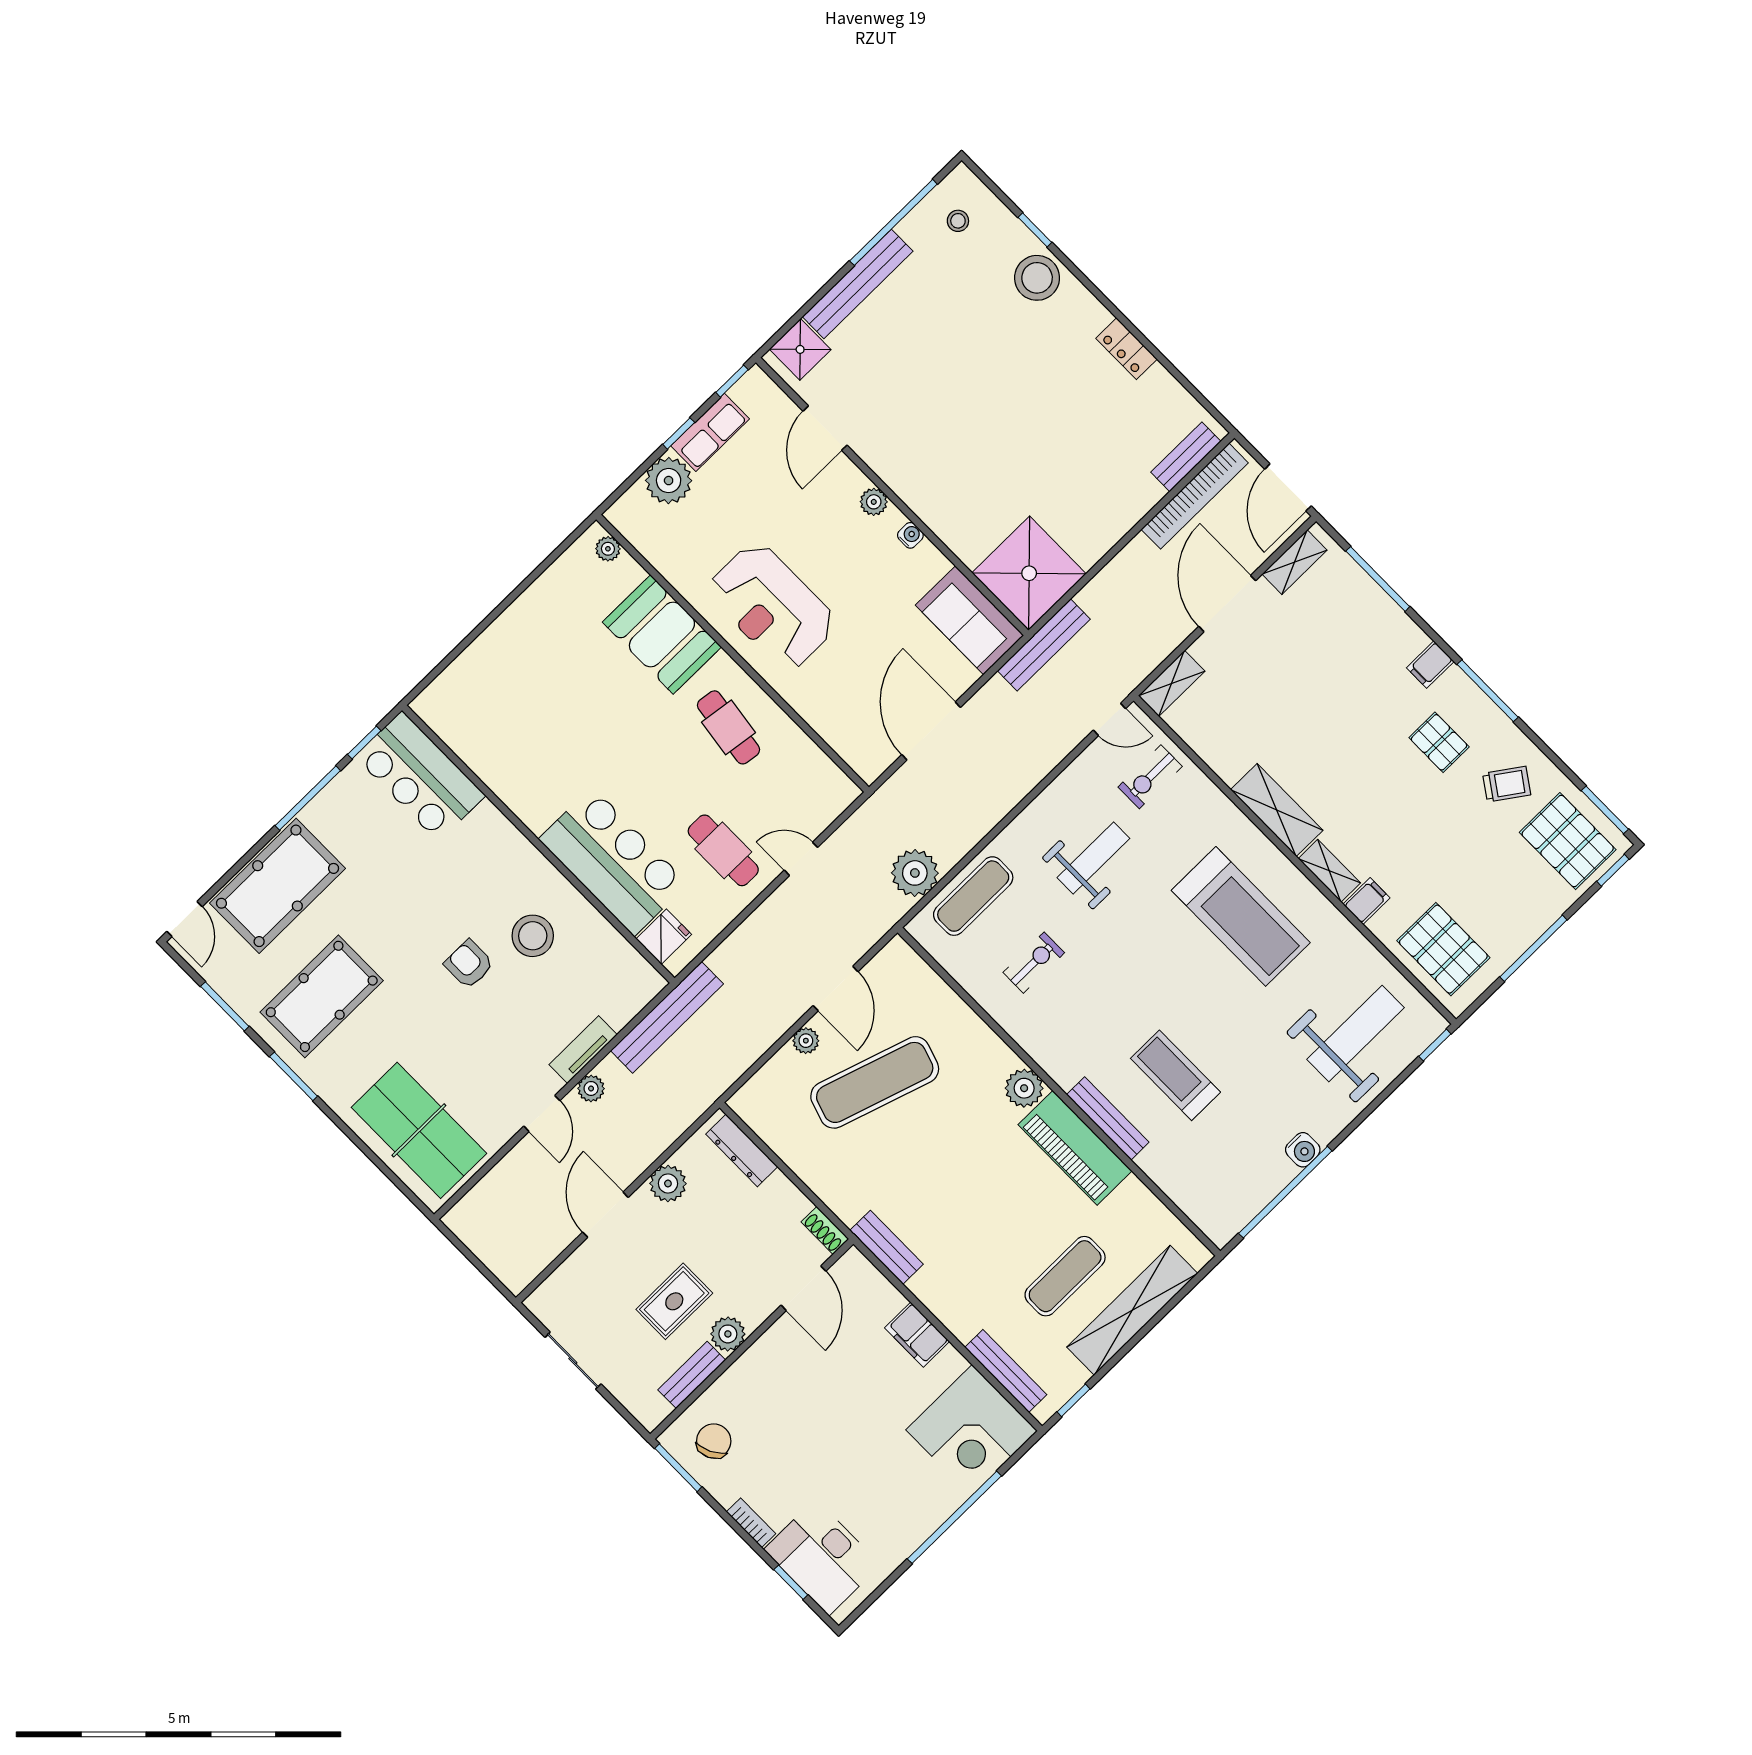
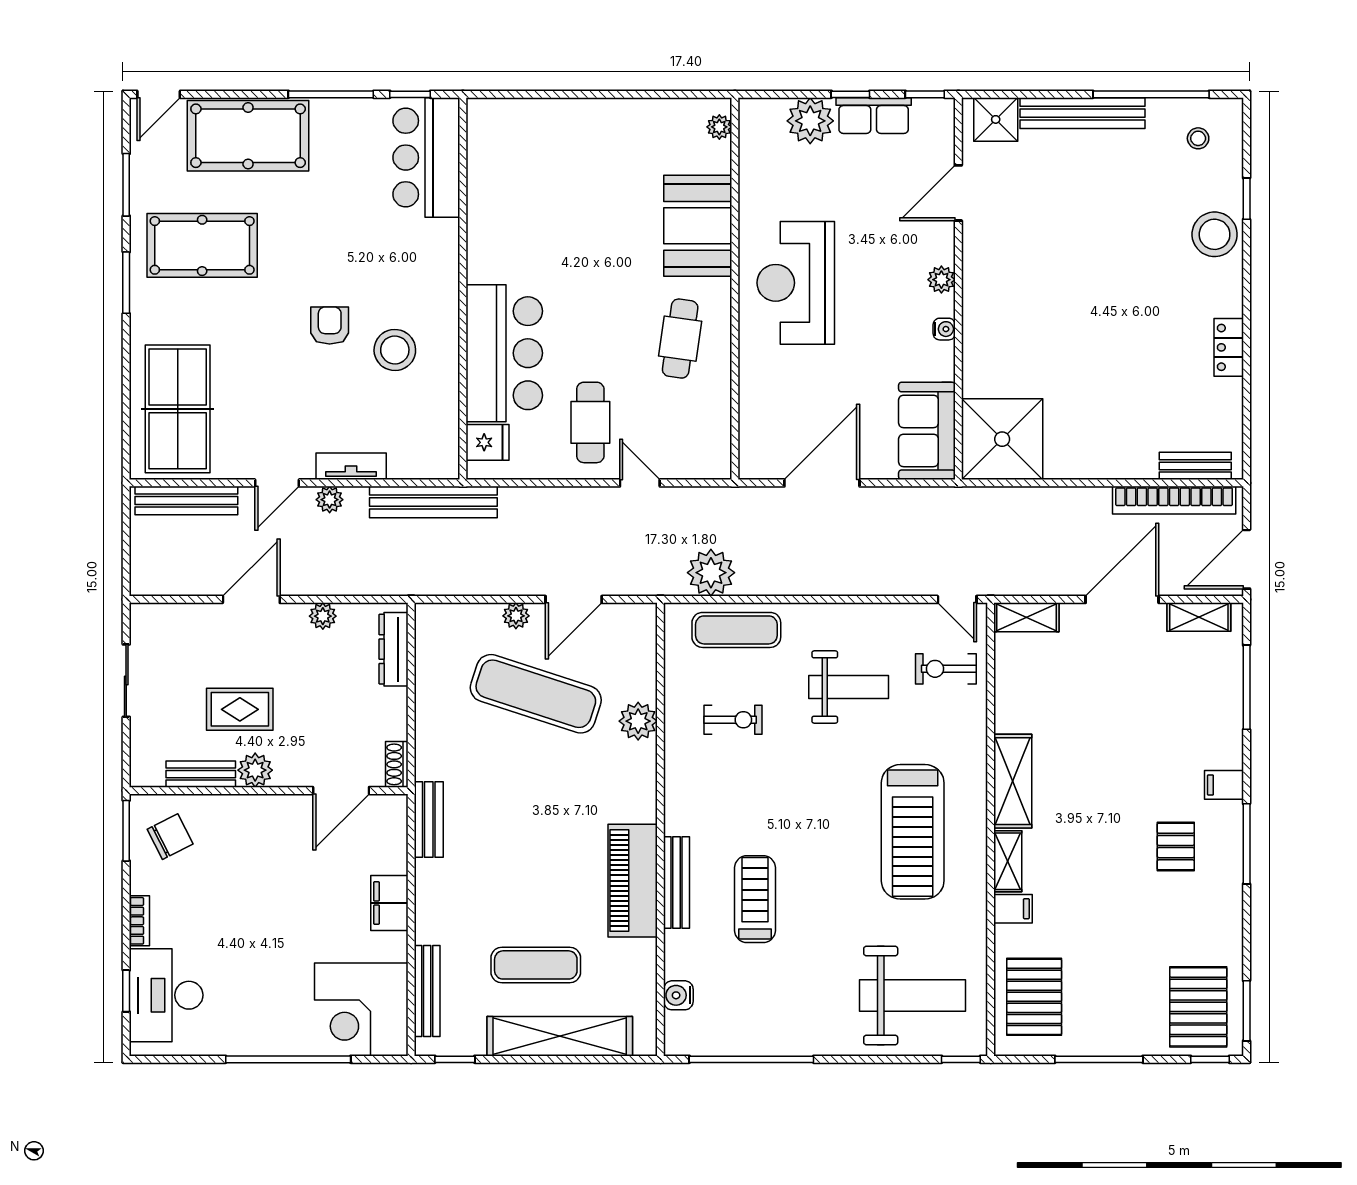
bench: (1044, 645) -> (186, 500), moved
trolley: (1507, 784) -> (1195, 924), removed
plant: (1024, 1088) -> (638, 721), moved
water cooler: (1303, 1150) -> (678, 995), moved, turned 90
plant: (668, 1184) -> (323, 616), width x0.73, depth x0.73

